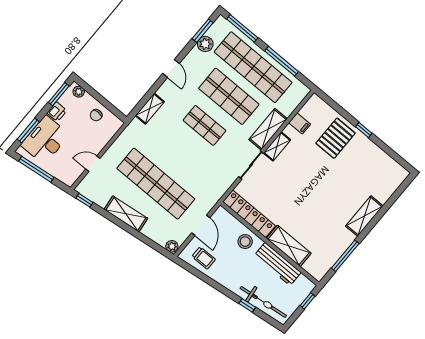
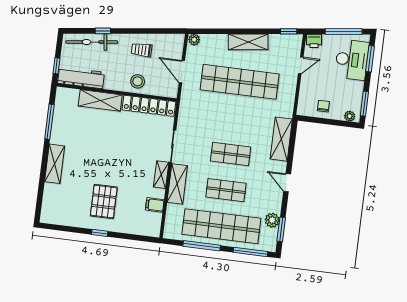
shop shelf: (229, 96) -> (226, 190), width x0.70, depth x0.74
shelving: (150, 109) -> (281, 139), width x1.50, depth x1.33
printer: (57, 112) -> (314, 41), moved, turned -97
pallet: (336, 138) -> (104, 201), moved
trolley: (204, 258) -> (142, 50), moved
workbench: (278, 264) -> (81, 78), moved

